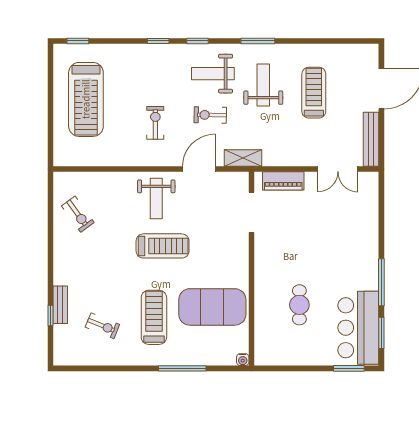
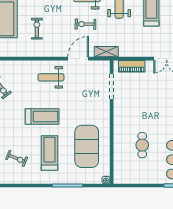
exercise bike: (155, 123) -> (37, 29), moved
weight bench: (156, 198) -> (51, 77), turned 90
treadmill: (163, 246) -> (42, 116), moved
exercise mat: (212, 307) -> (87, 146), turned 90

